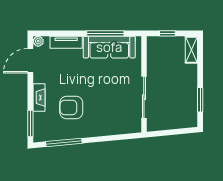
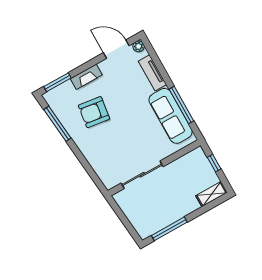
window: (200, 100) -> (169, 229), width x1.44
armchair: (71, 107) -> (94, 112), turned -82

